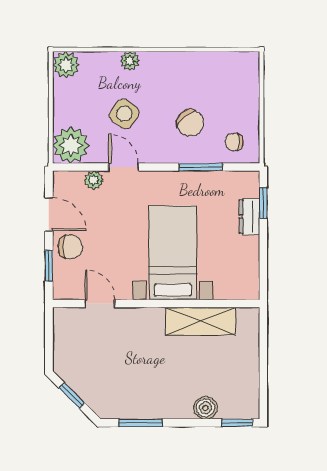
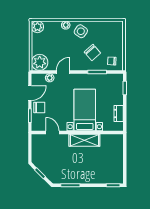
side table: (124, 114) -> (81, 31), moved
door: (124, 167) -> (63, 72), hinge flipped
door: (49, 214) -> (30, 93), hinge flipped
dresser: (249, 217) -> (119, 114), moved
shelving: (201, 321) -> (84, 140), moved
boiler: (205, 408) -> (99, 179), removed

